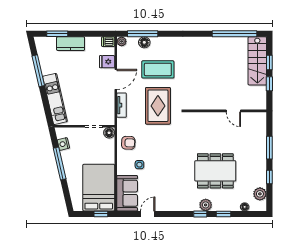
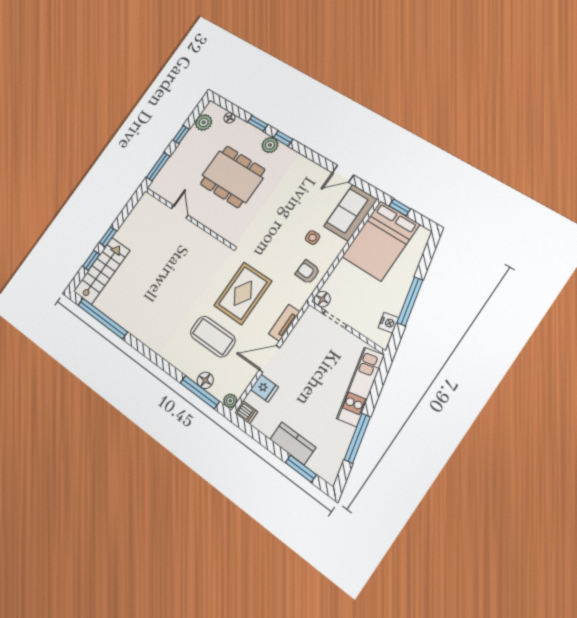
wall: (225, 111) -> (188, 218), moved
door: (233, 111) -> (180, 212), moved

